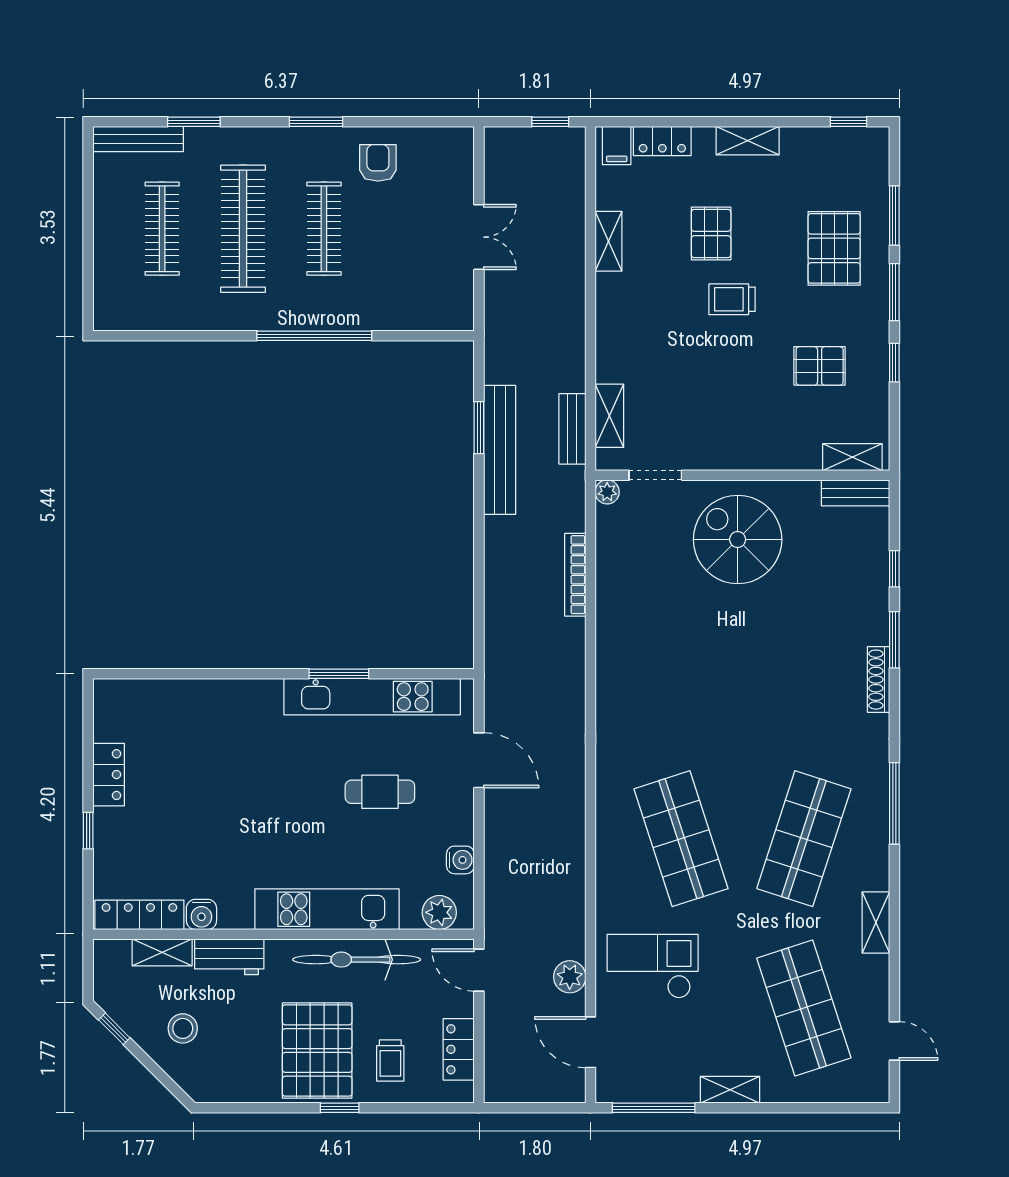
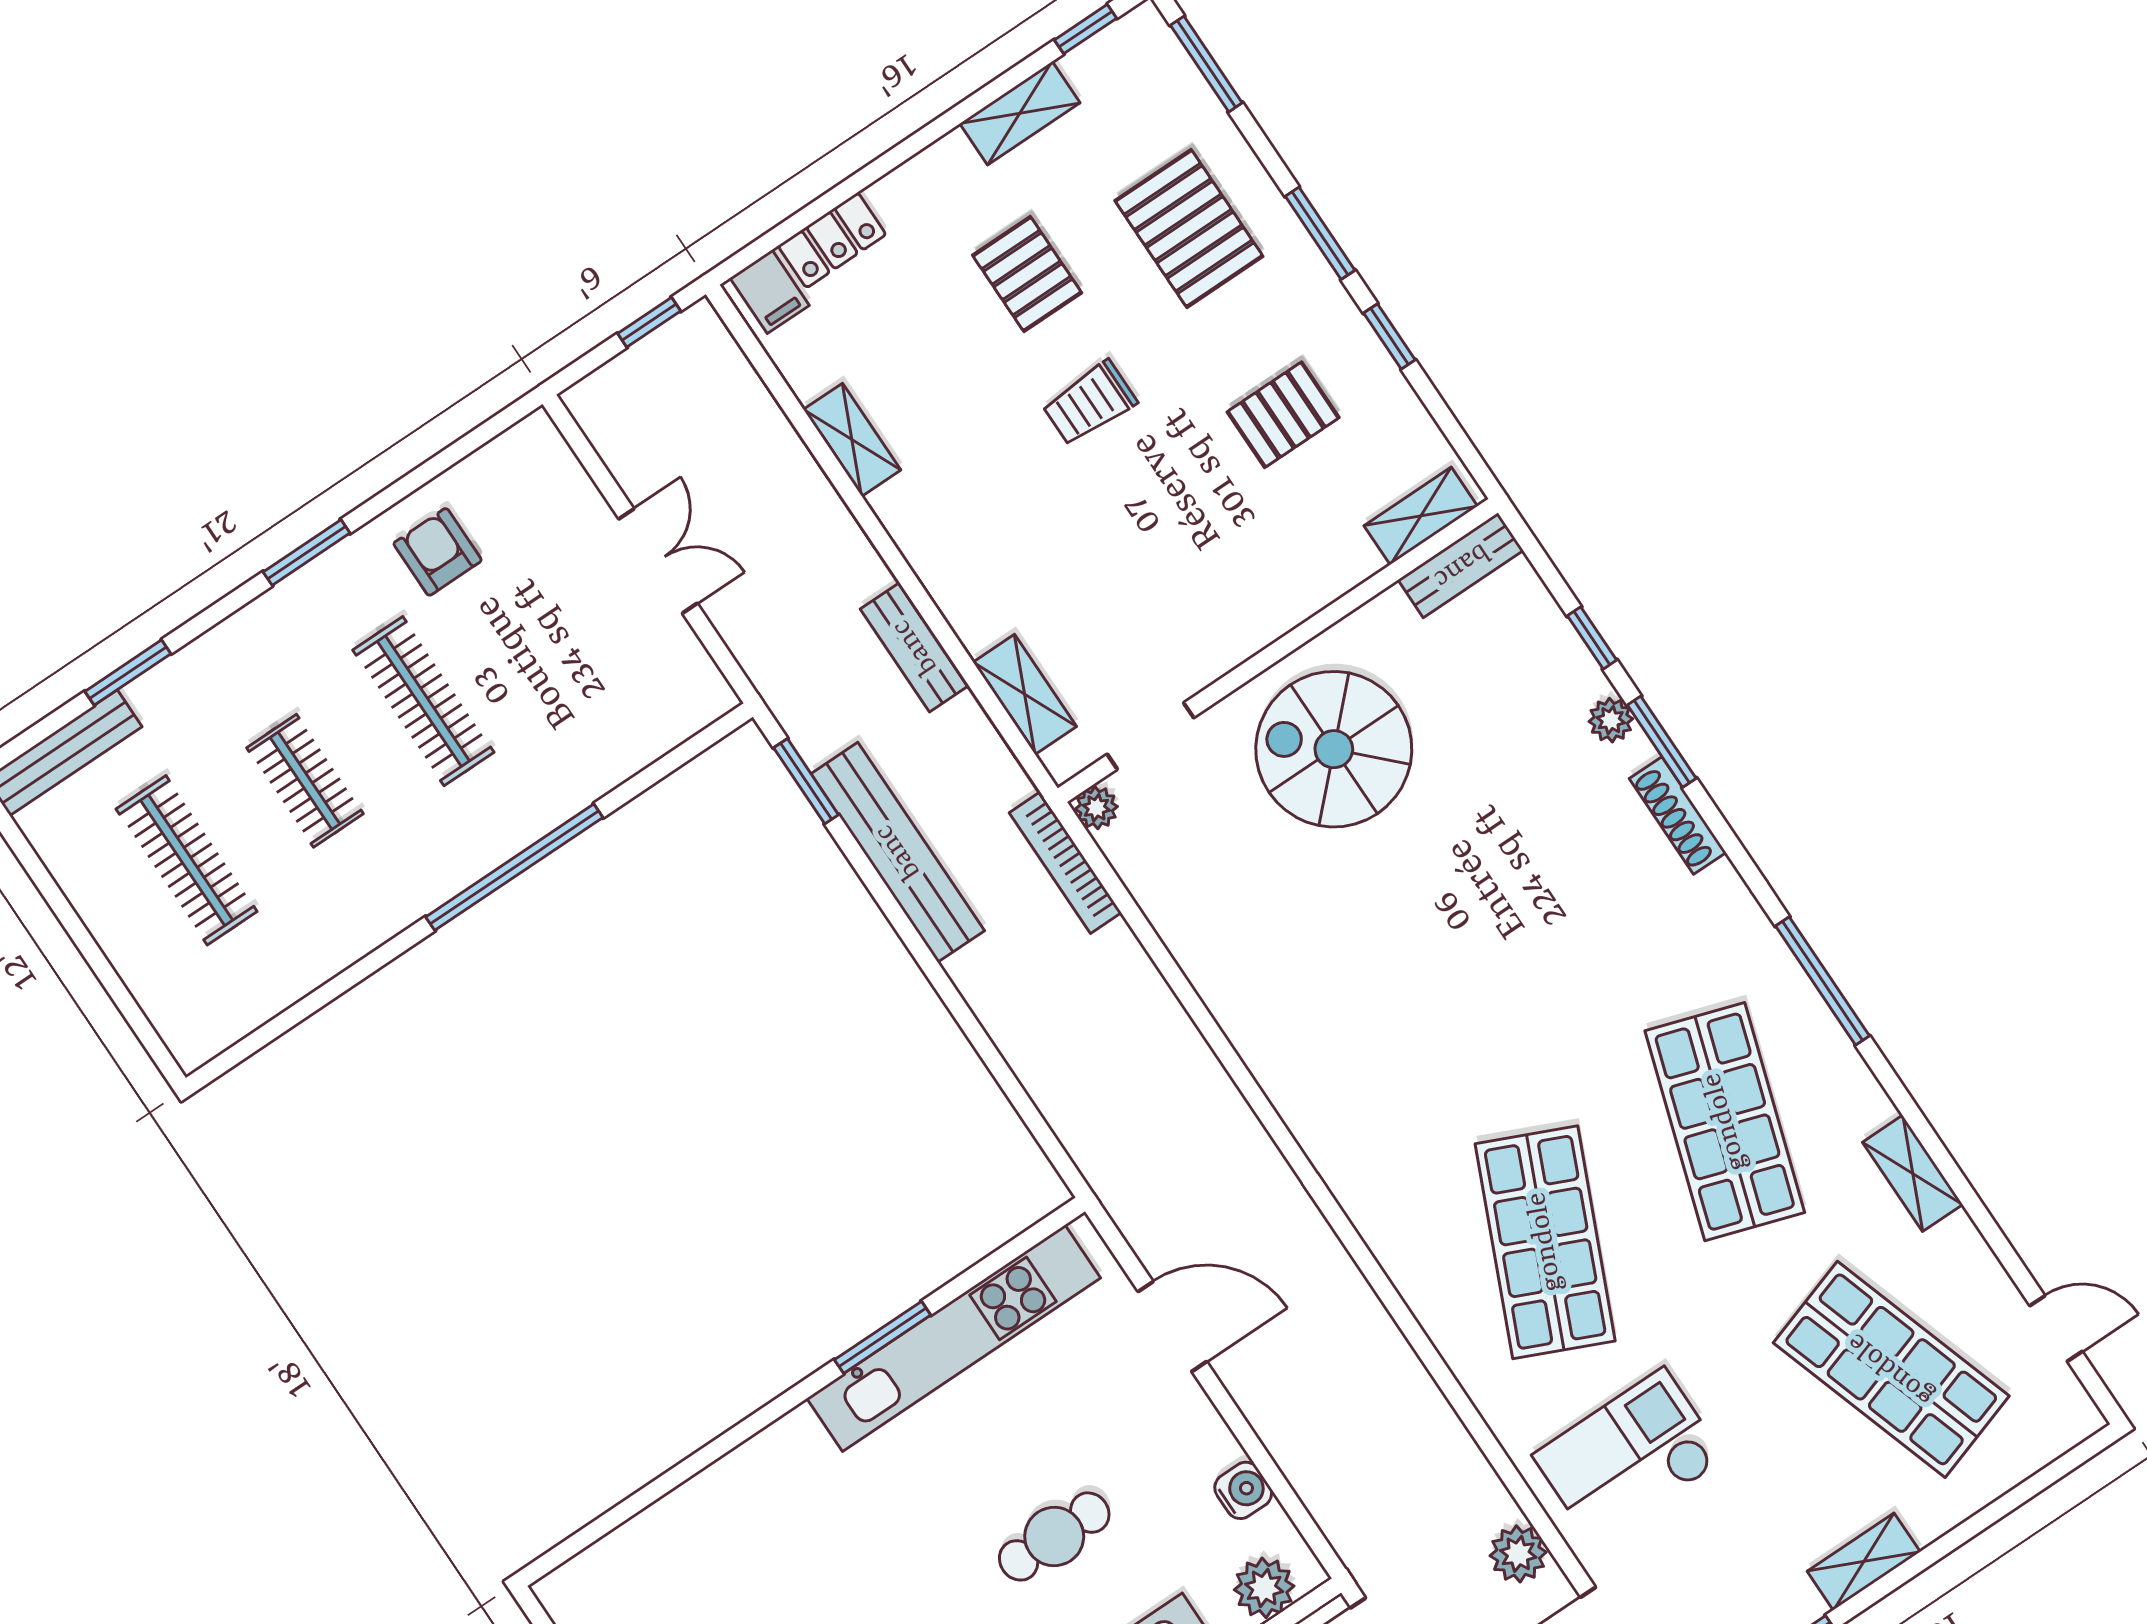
shelving: (748, 141) -> (1020, 113), moved
window: (894, 215) -> (1206, 64), moved
clothes rail: (243, 229) -> (305, 781), width x0.54, depth x0.76
pallet: (711, 234) -> (1027, 274), moved
window: (479, 428) -> (806, 781), moved
bench: (572, 429) -> (915, 647), moved
bookcase: (575, 575) -> (1065, 863), moved
plant: (877, 613) -> (1611, 720), added
cafe table: (380, 792) -> (1054, 1536), moved
shop shelf: (681, 839) -> (1545, 1242), turned 42

